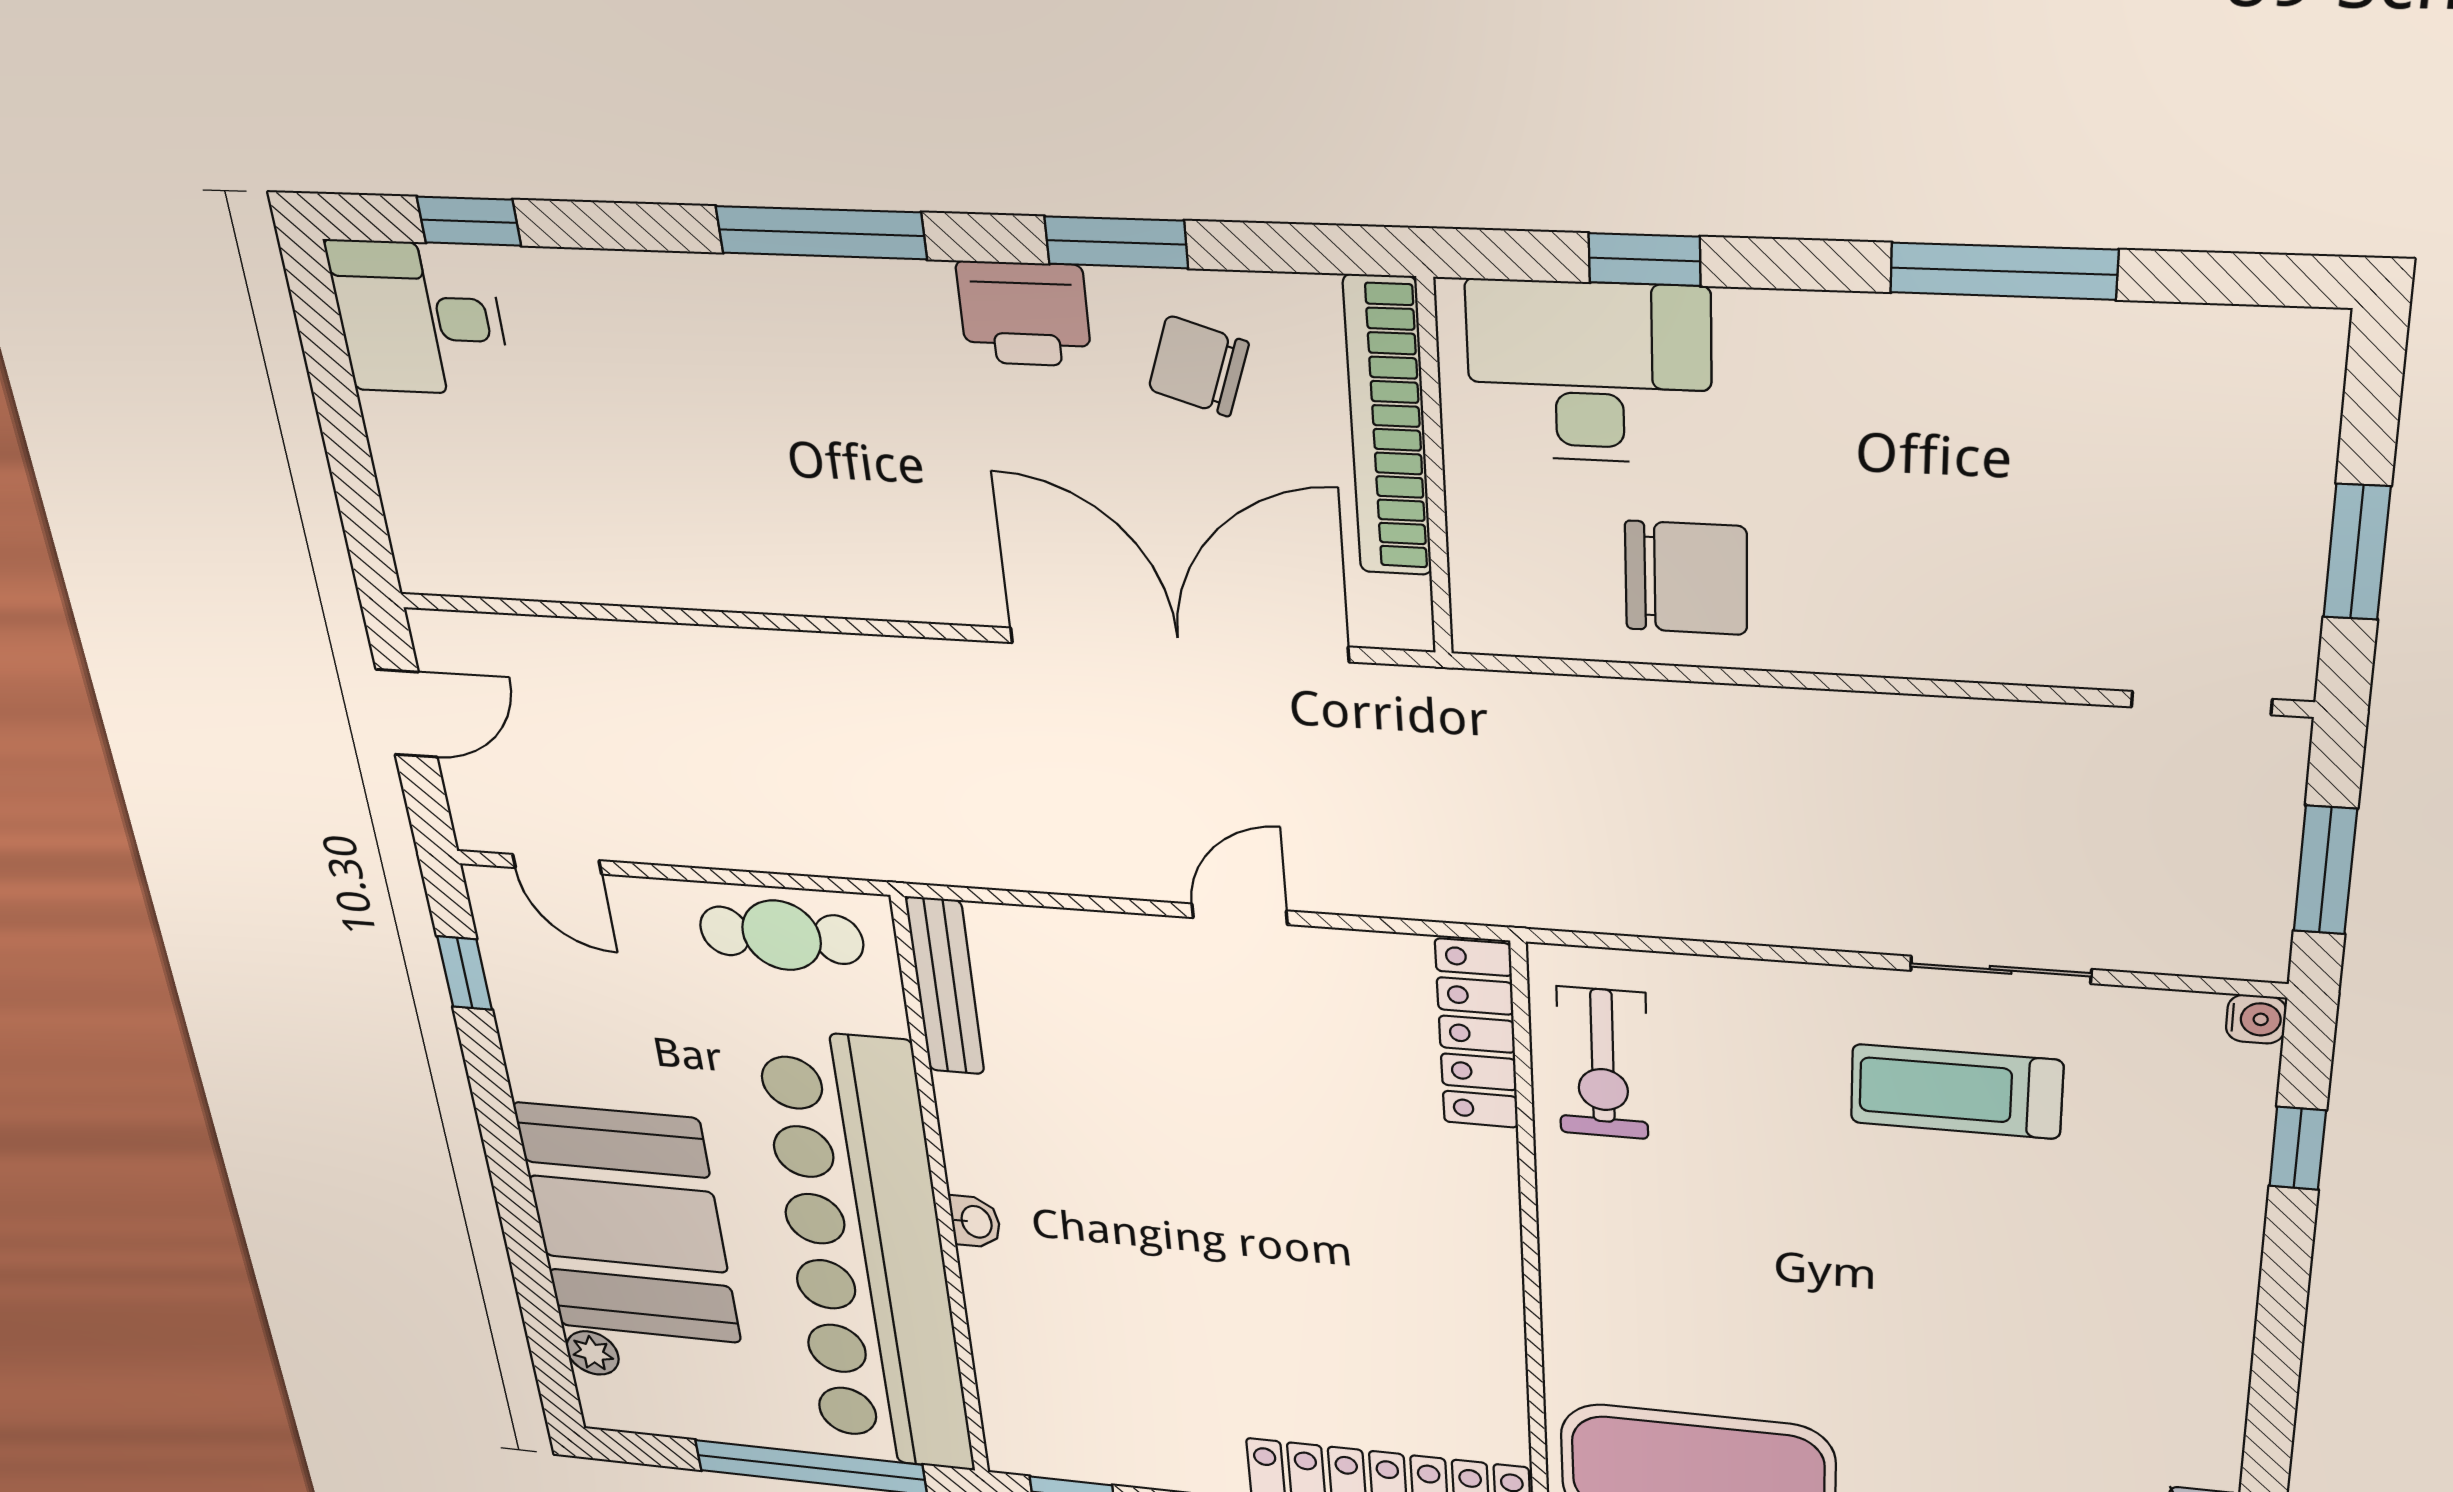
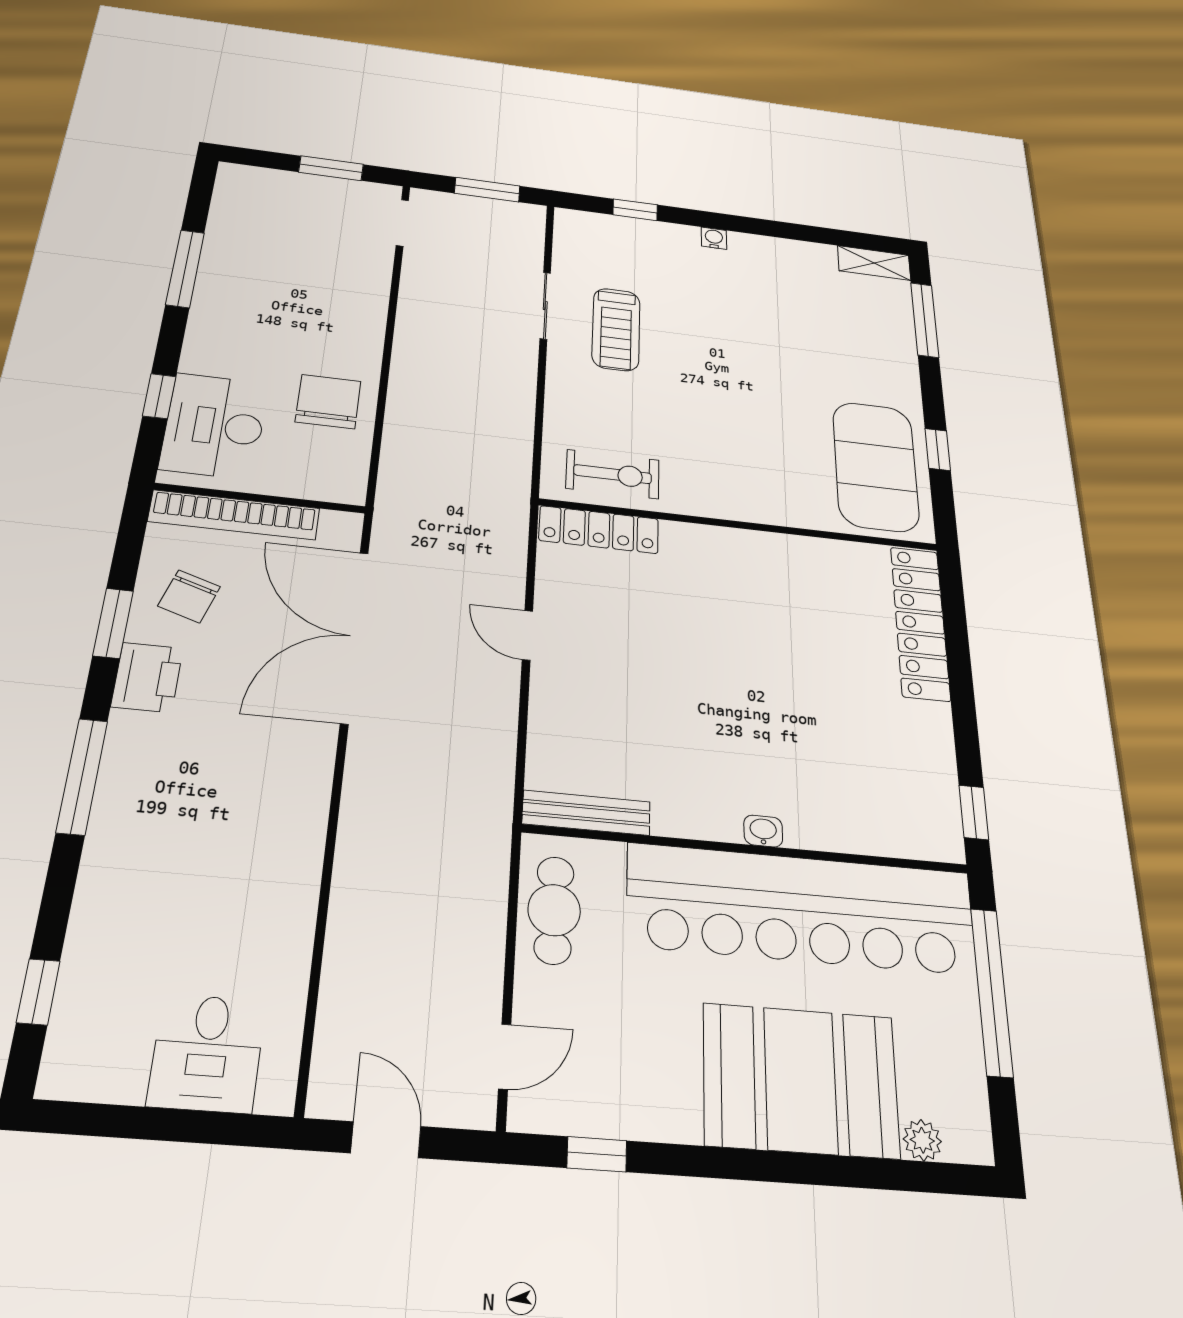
desk: (419, 318) -> (207, 1053), moved
water cooler: (2256, 1019) -> (714, 238), moved

